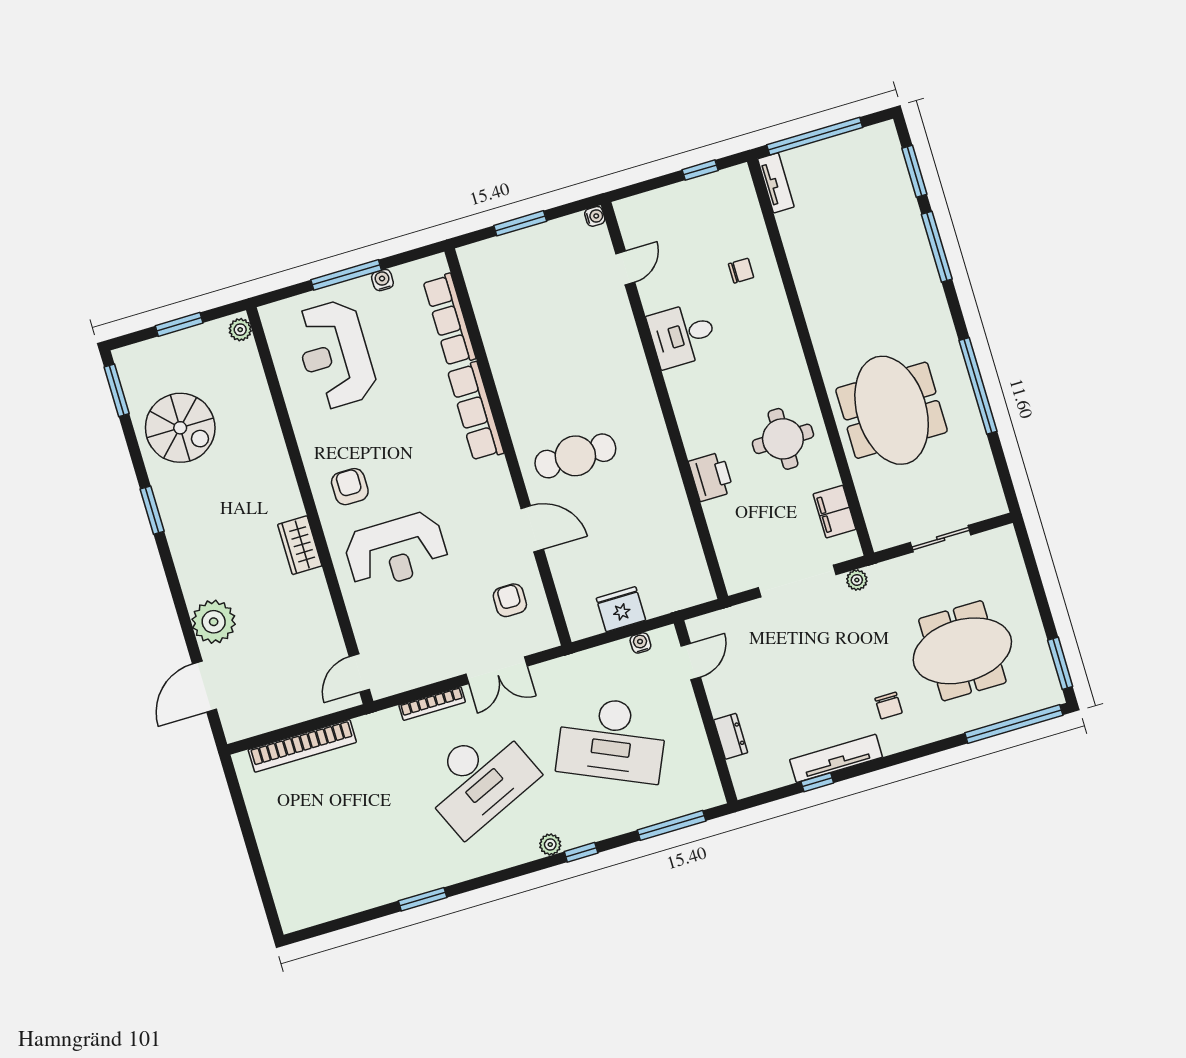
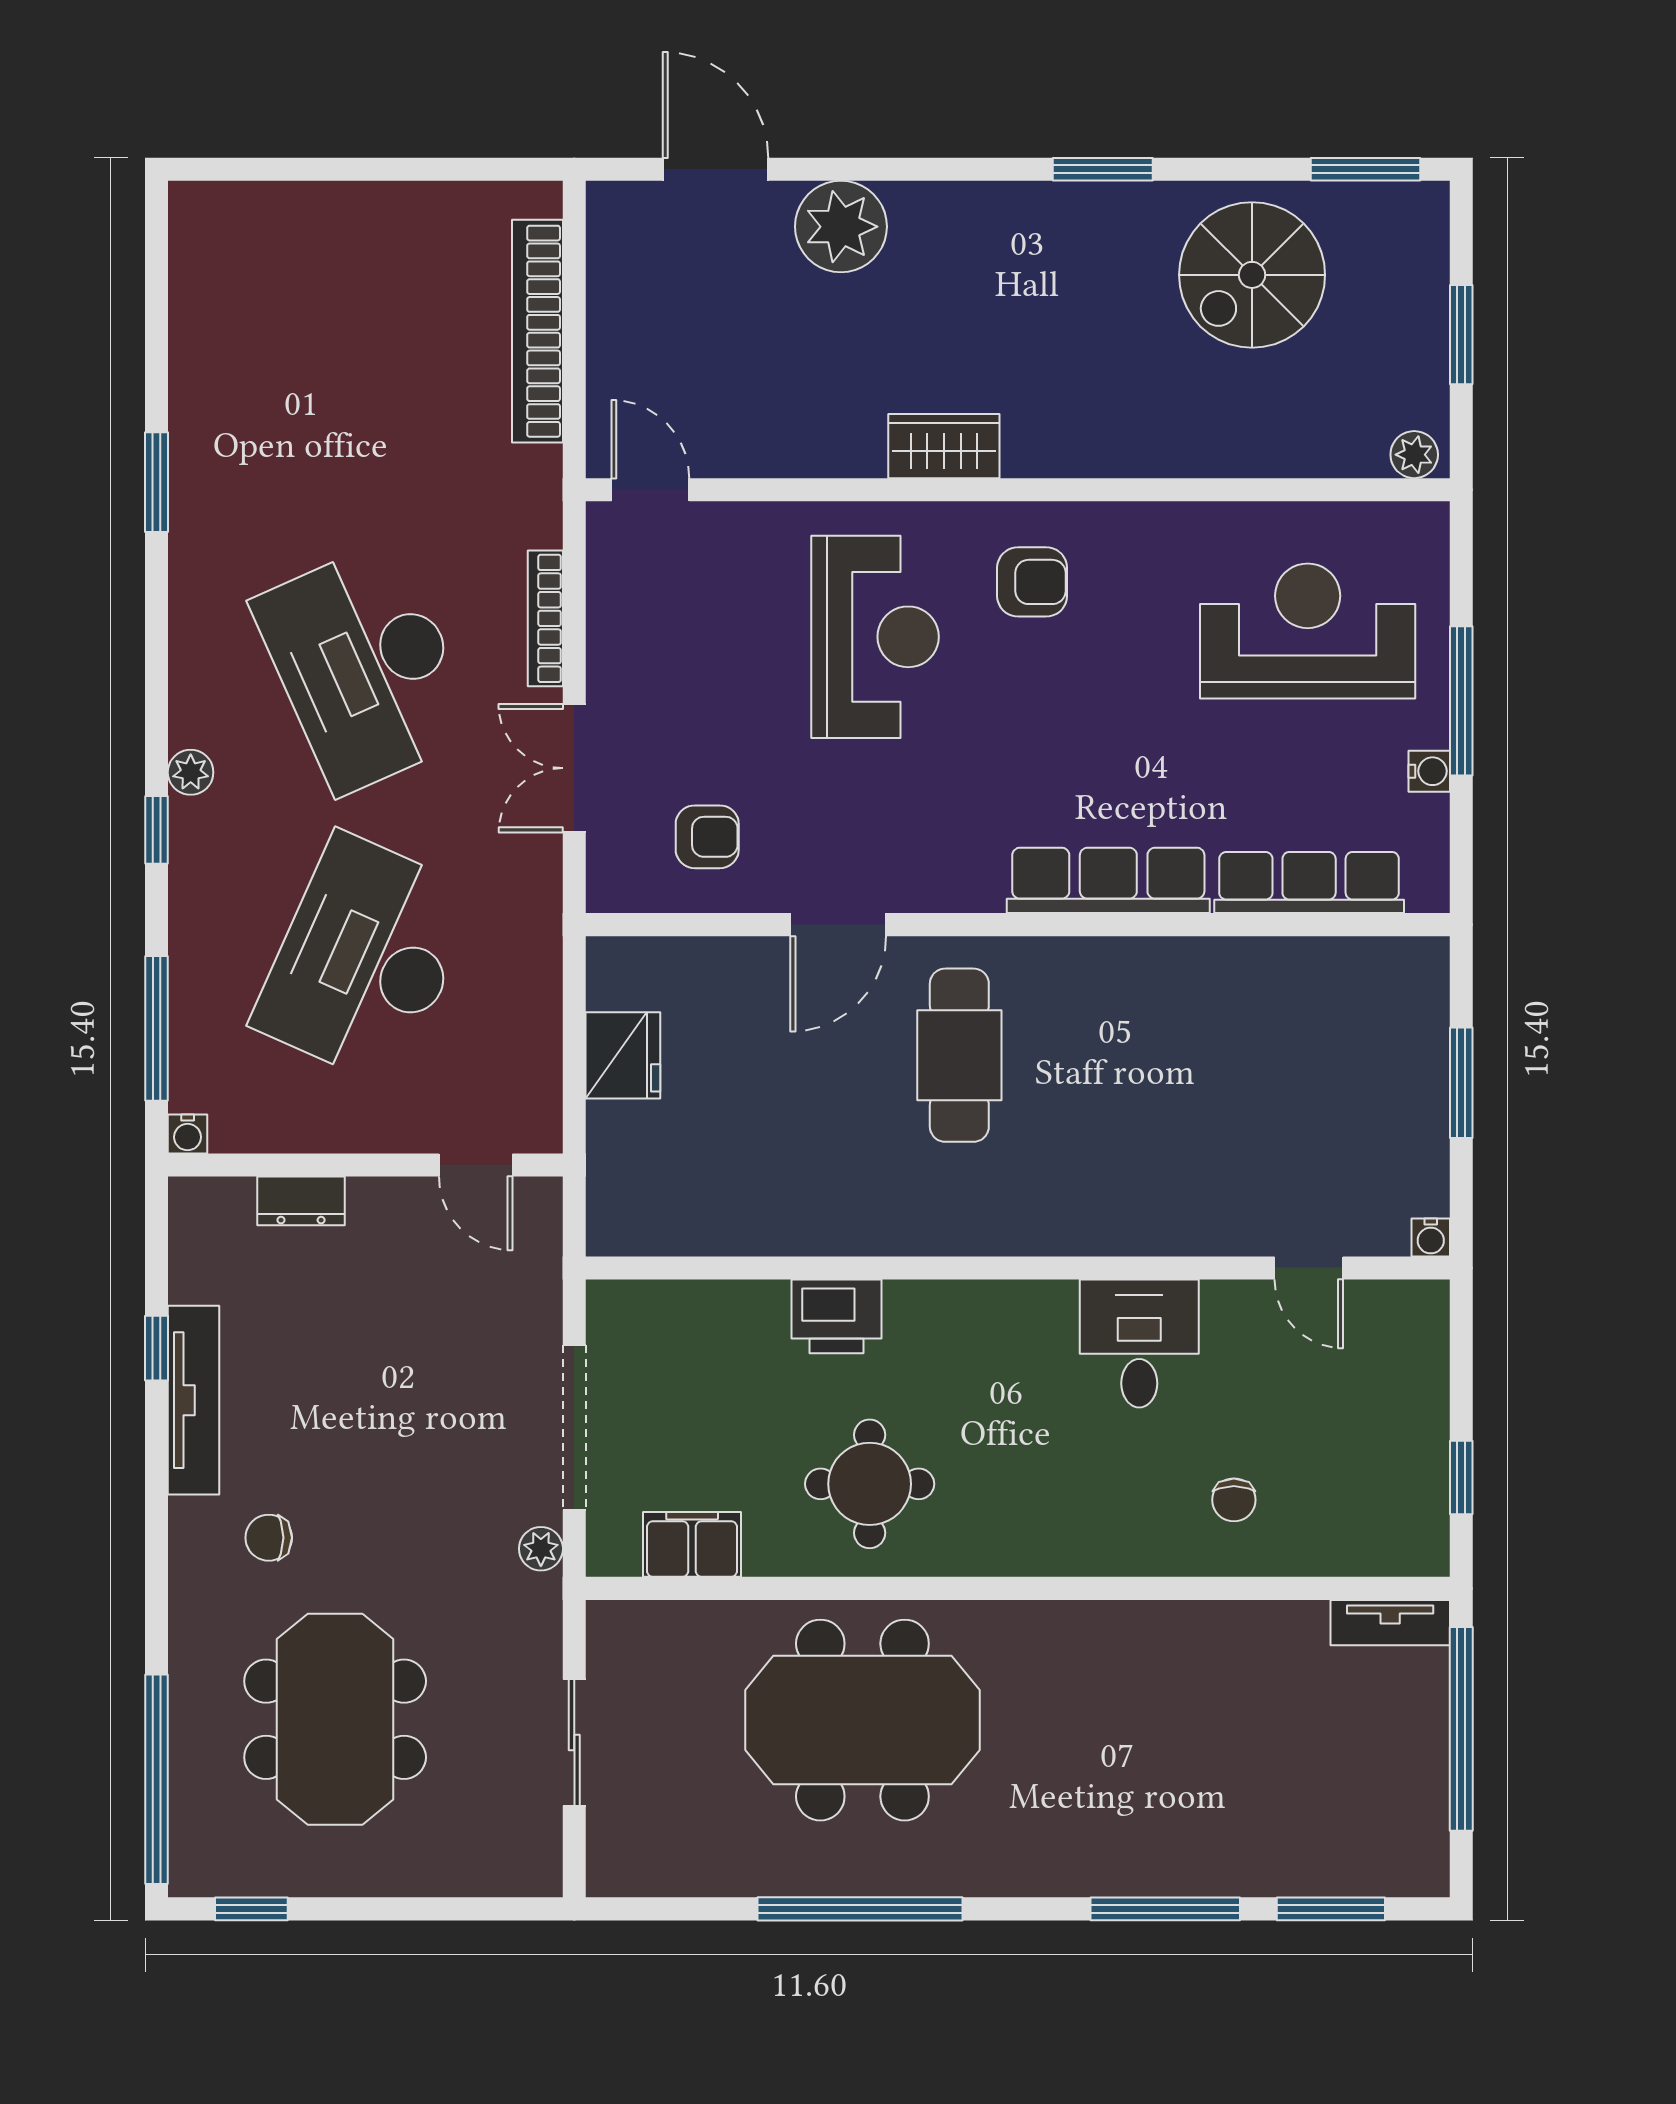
reception desk: (396, 551) -> (875, 637), turned 180
water cooler: (640, 643) -> (188, 1134), moved, turned 90
window: (1060, 663) -> (251, 1909), width x0.67

